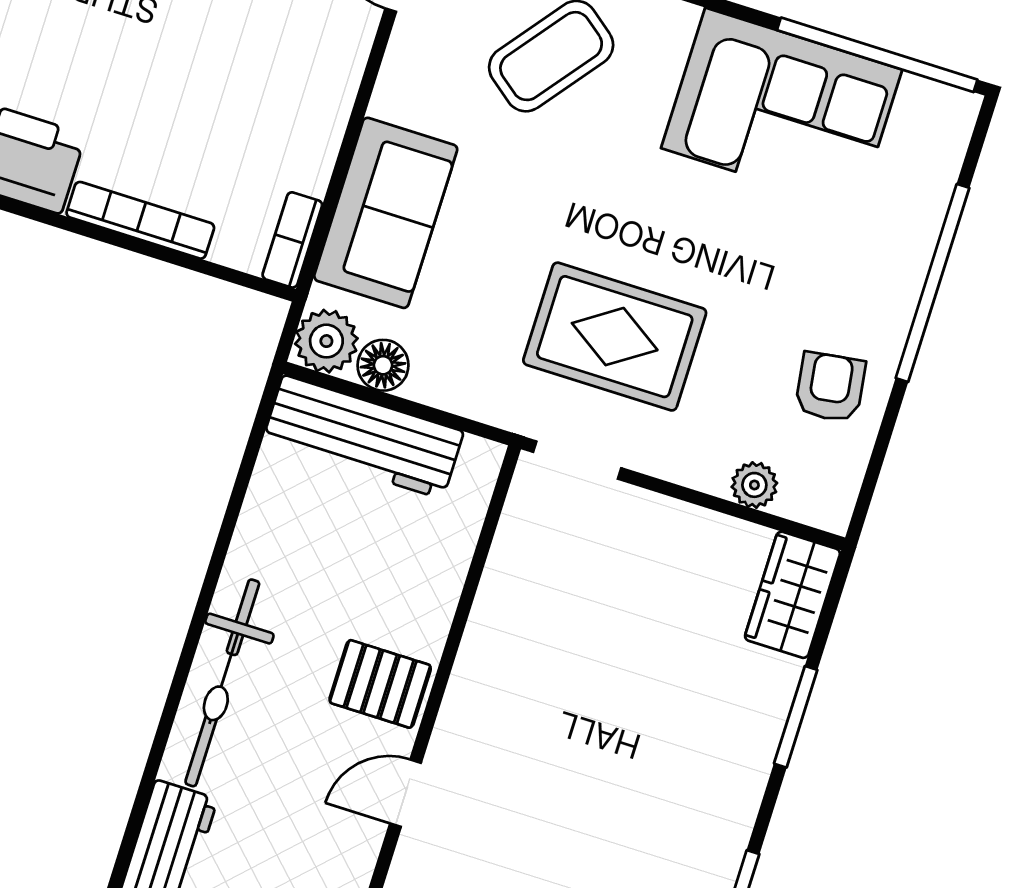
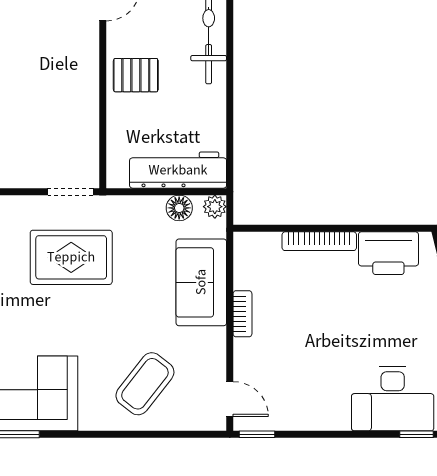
bookcase: (292, 240) -> (242, 314), moved
plant: (326, 341) -> (215, 207), width x0.73, depth x0.73
pallet: (380, 684) -> (136, 75), moved

